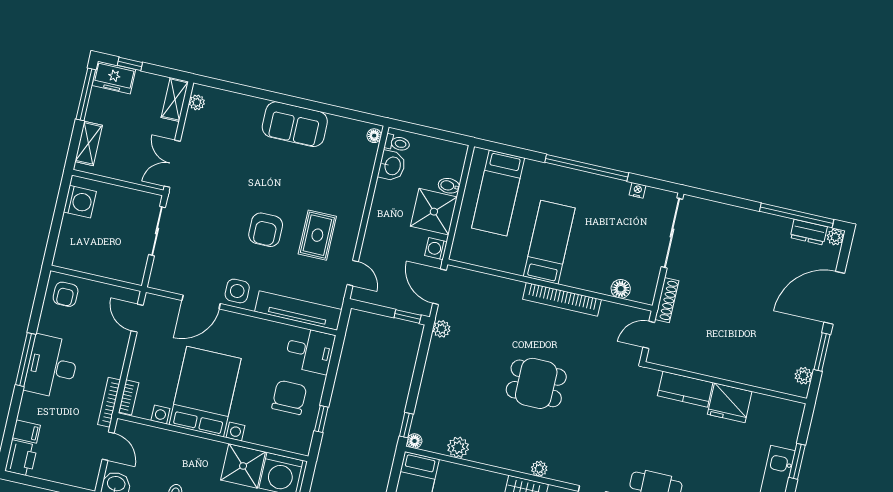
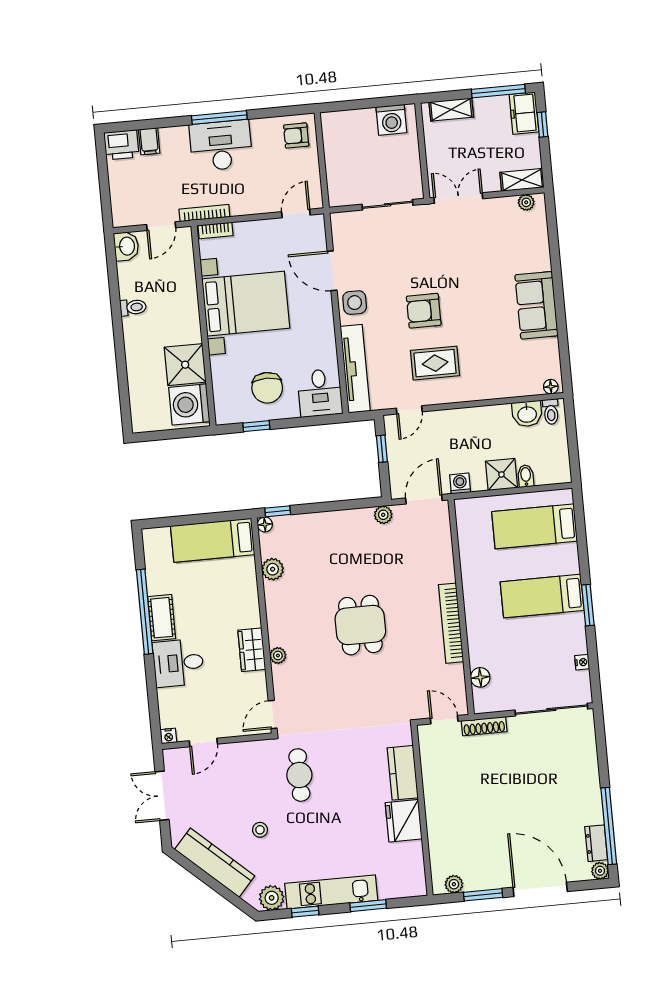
window: (587, 168) -> (588, 605), width x0.47
shower: (434, 212) -> (502, 474), width x0.73, depth x0.73
bed: (549, 242) -> (542, 596), moved, turned 180
window: (408, 316) -> (382, 449), moved
chair: (289, 397) -> (267, 388), turned 90

